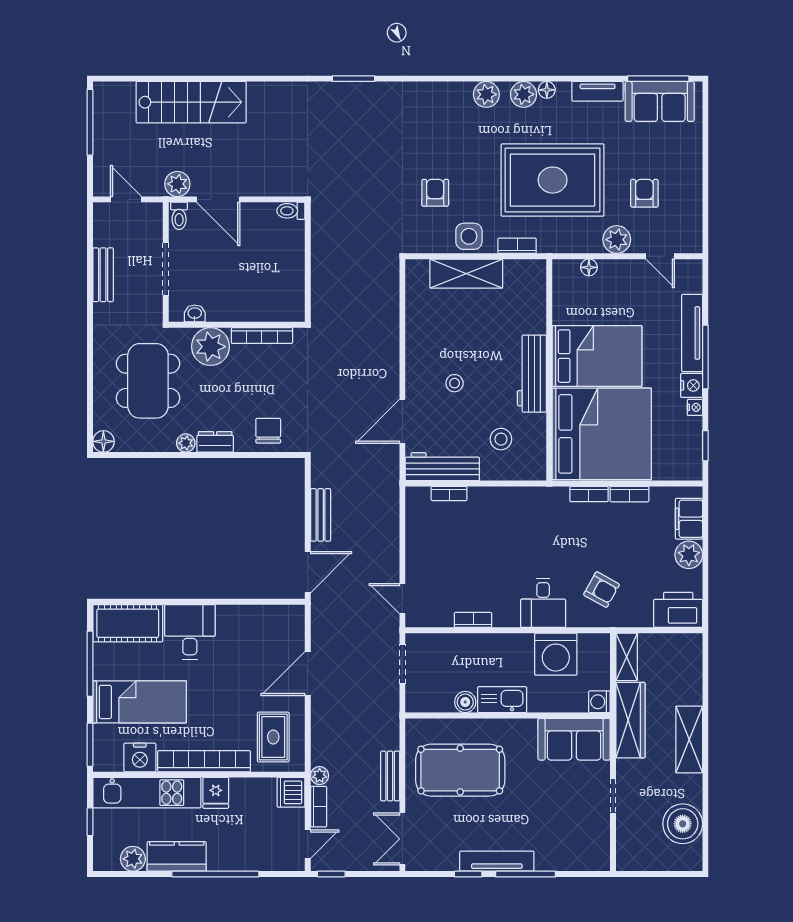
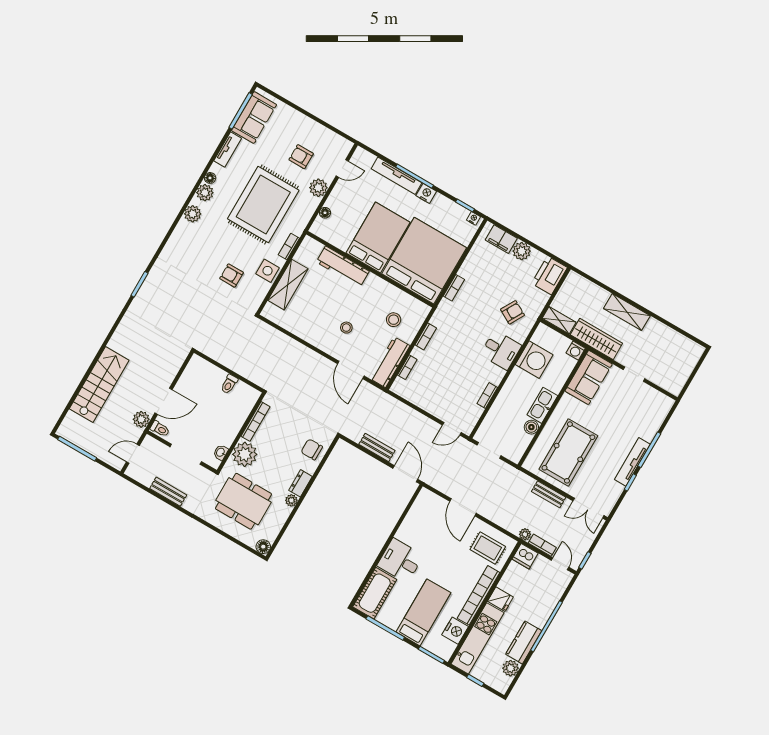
toilet: (291, 211) -> (229, 384), moved
workbench: (532, 374) -> (343, 266), moved
nightstand: (695, 407) -> (473, 218), moved
bookcase: (630, 494) -> (426, 336), moved
boiler: (683, 824) -> (673, 344), removed

